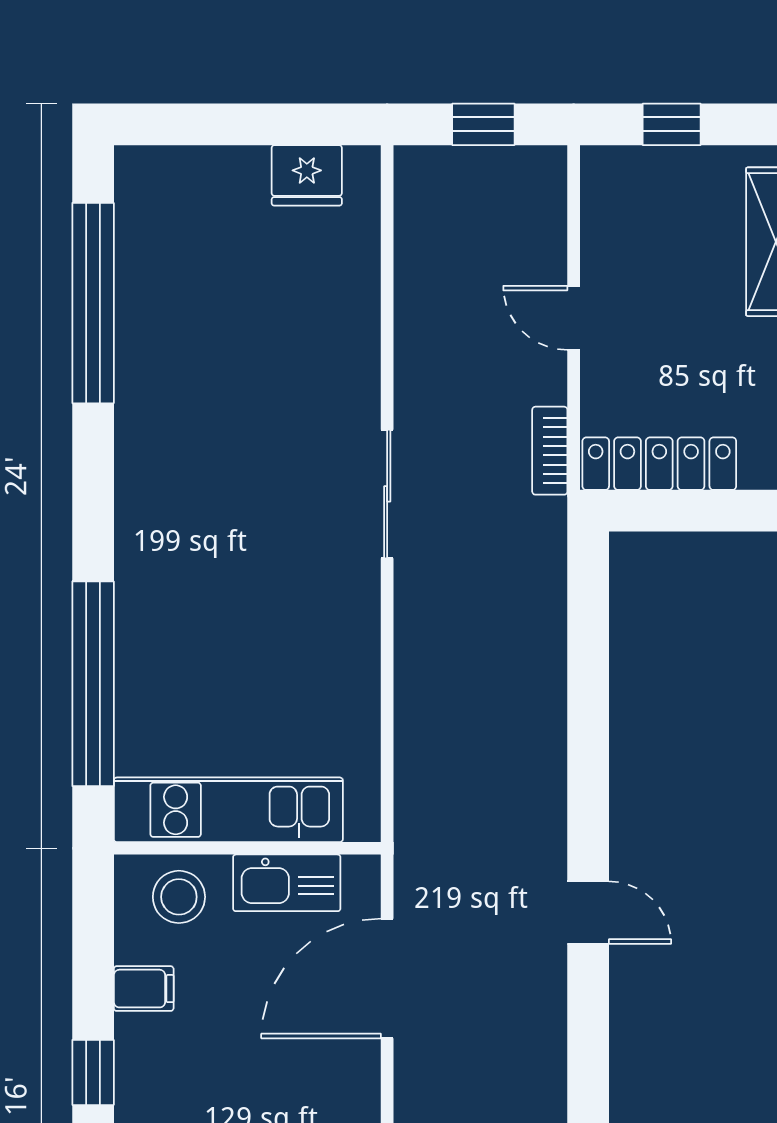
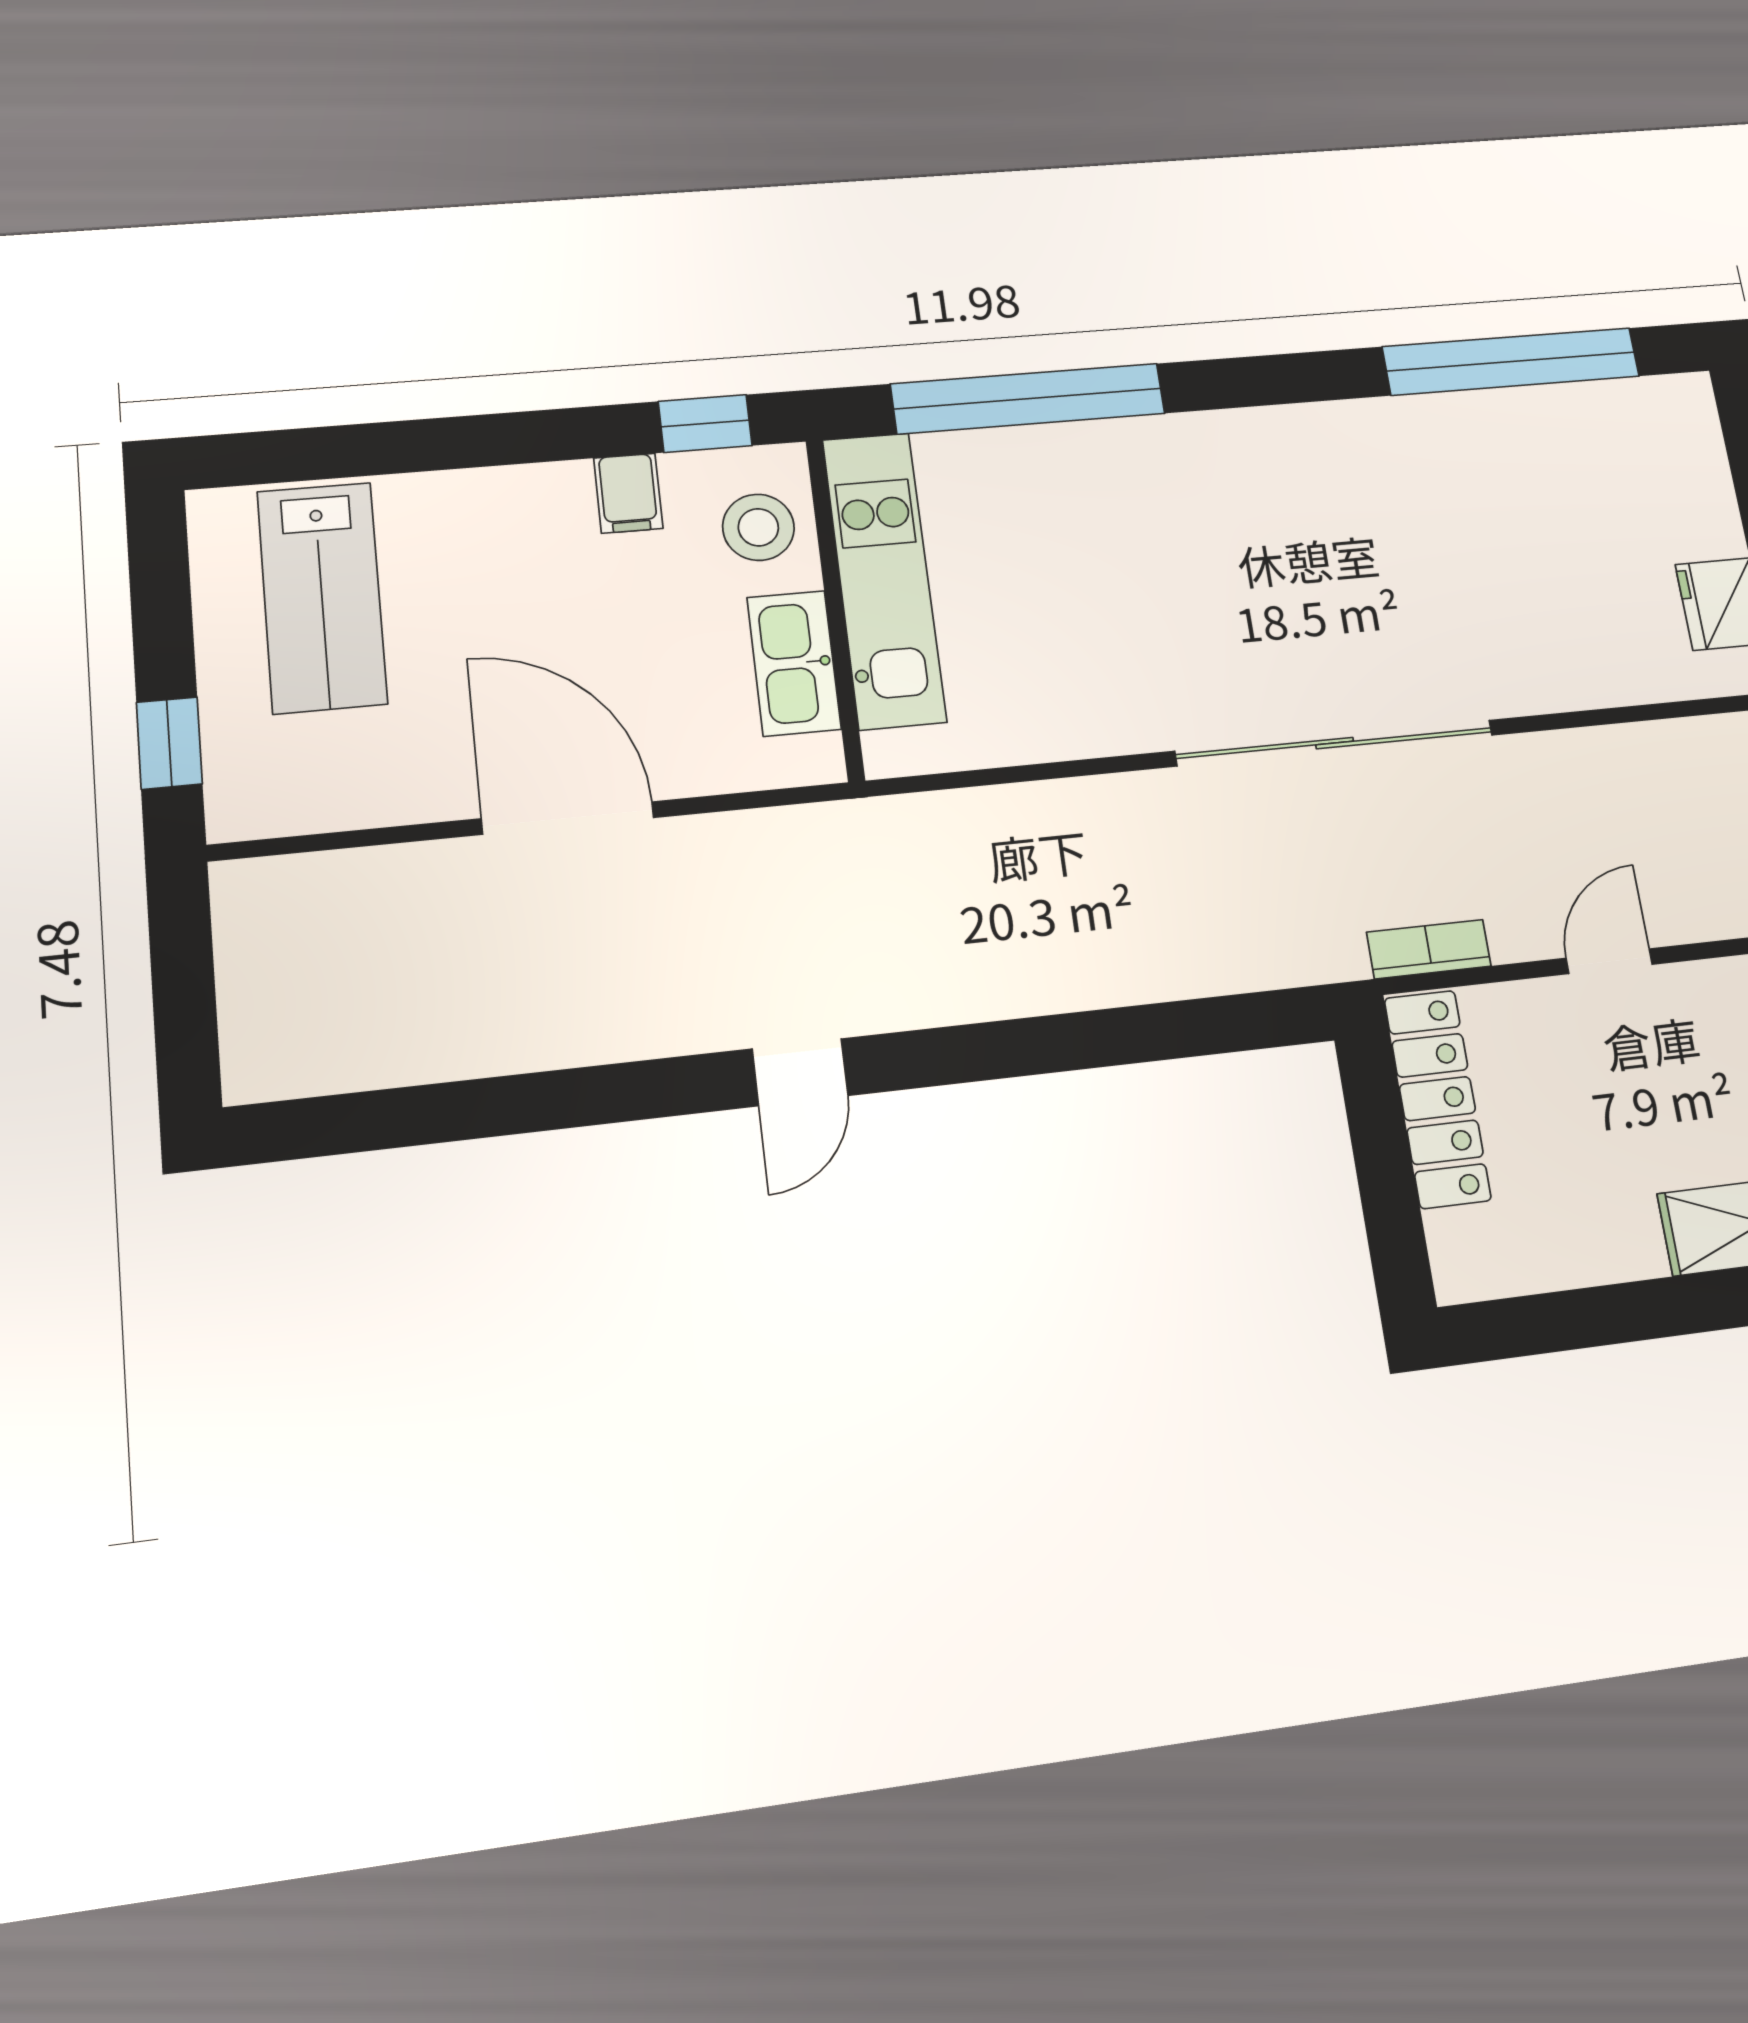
sliding door: (387, 494) -> (1335, 743), width x1.86
door: (387, 978) -> (568, 818), moved
window: (93, 1072) -> (705, 424), moved

